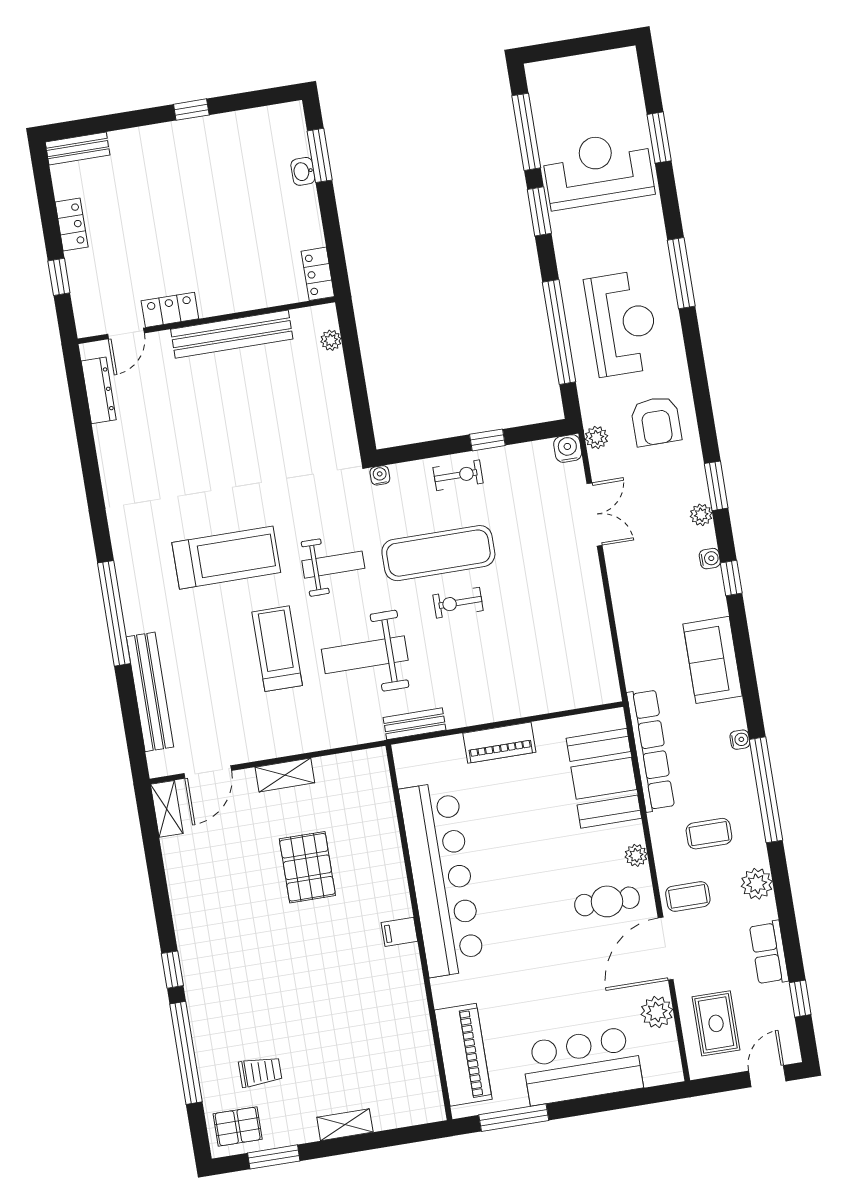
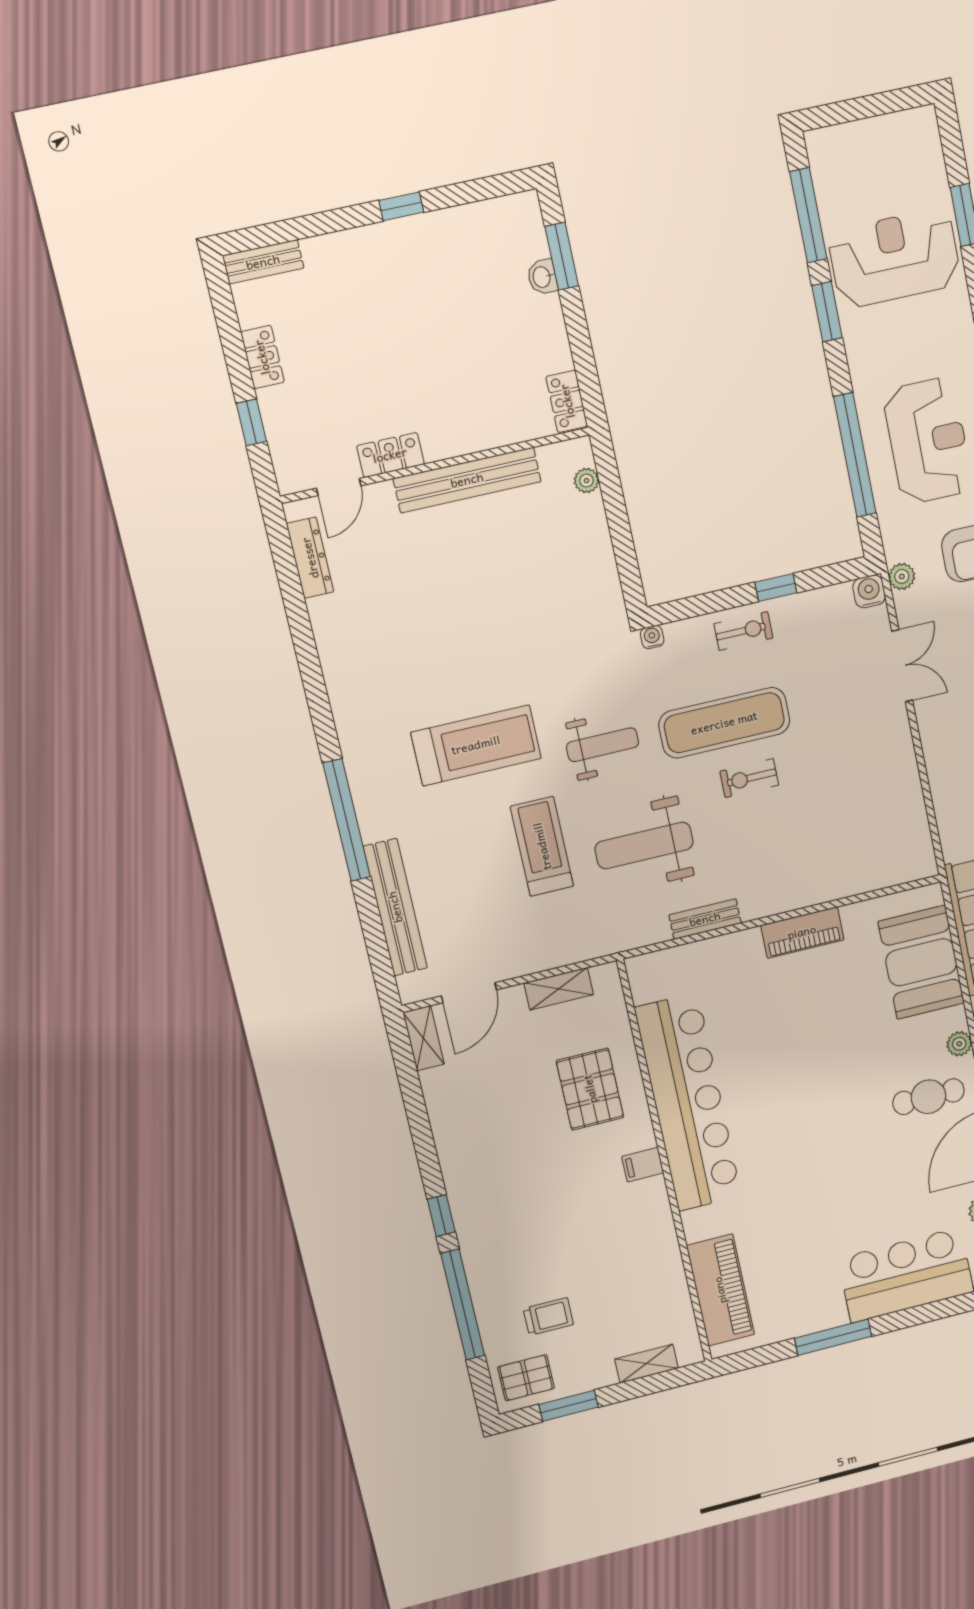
bar counter: (442, 879) -> (688, 1102), moved
filing cabinet: (399, 932) -> (643, 1165), moved
wall: (419, 932) -> (665, 1163), moved
piano: (463, 1055) -> (720, 1290), moved

